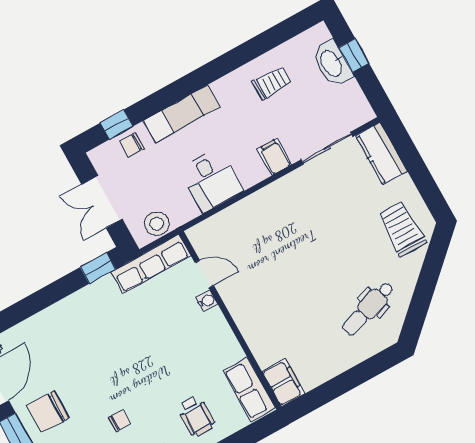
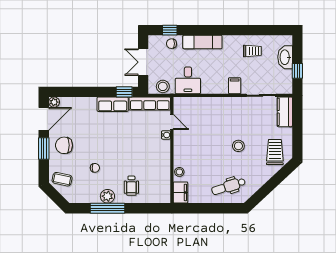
window: (354, 55) -> (297, 71), moved
desk: (211, 180) -> (188, 80), moved
stool: (336, 252) -> (238, 146), added
dental chair: (368, 309) -> (229, 186), moved
stool: (263, 350) -> (179, 172), added
row of seats: (249, 389) -> (113, 104), moved, turned -90

